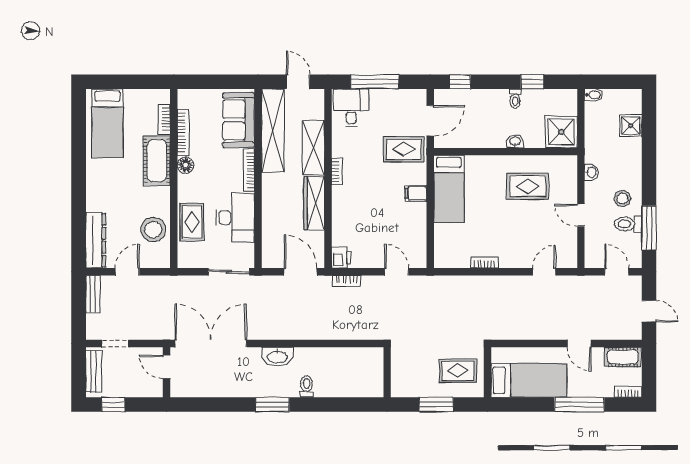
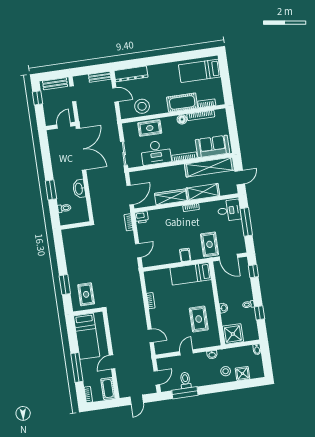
stool: (622, 199) -> (226, 371), moved
wall: (387, 372) -> (75, 226), moved

